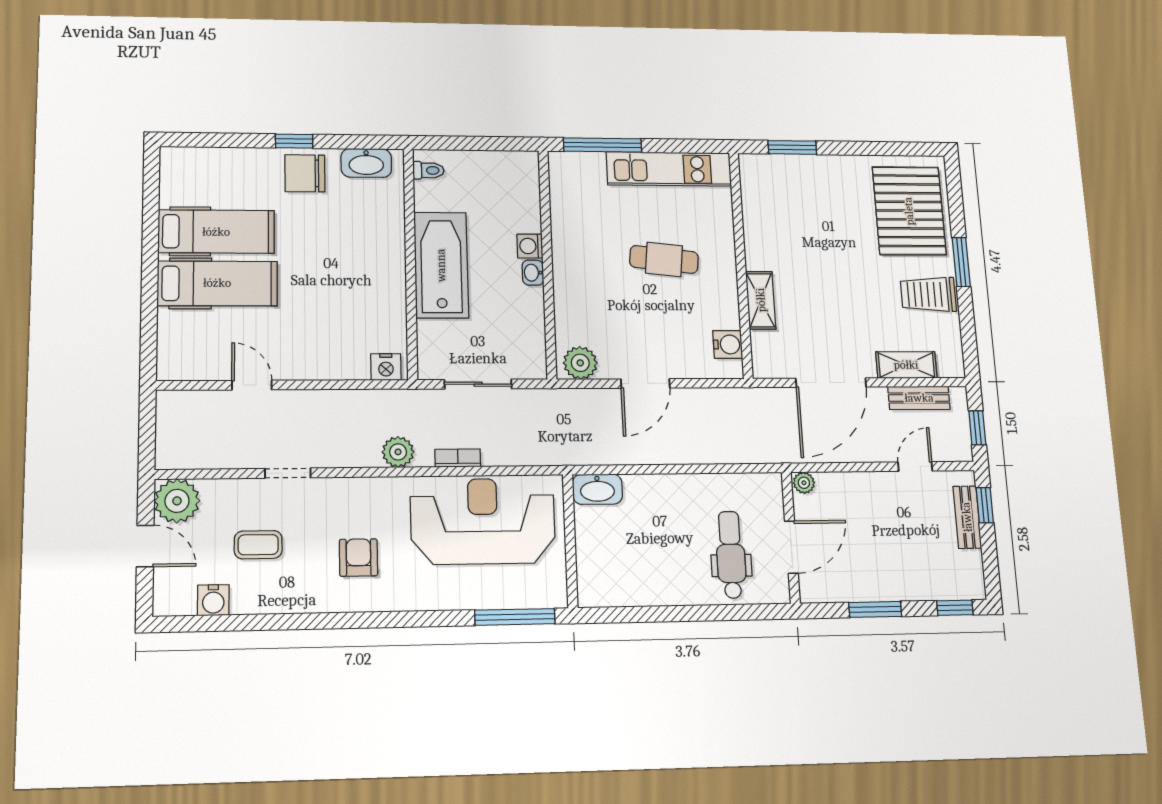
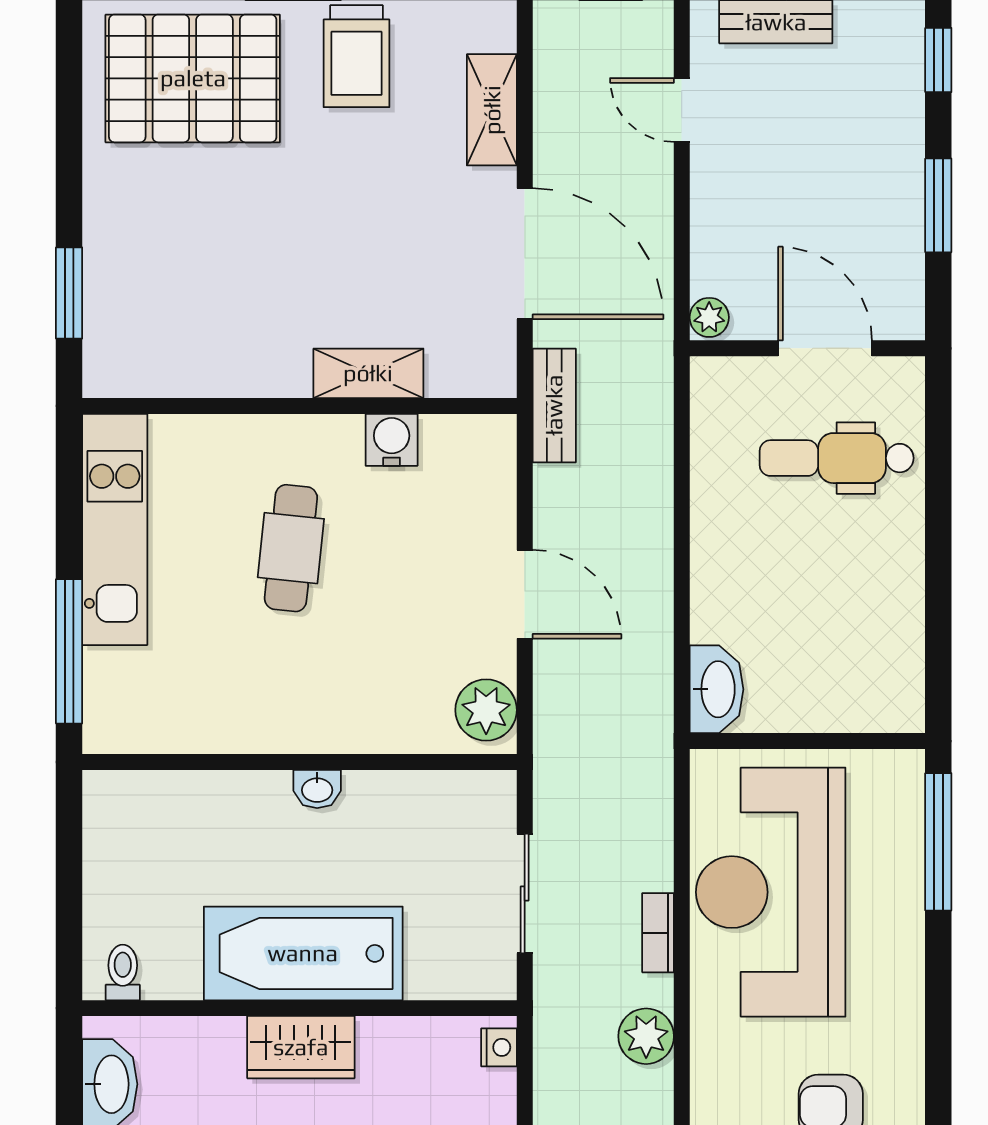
washing machine: (530, 246) -> (267, 793), removed
wardrobe: (389, 263) -> (301, 1047), added
water cooler: (728, 344) -> (392, 440), moved
nightstand: (386, 367) -> (499, 1047), width x0.72, depth x0.74
bench: (919, 398) -> (554, 405), moved

